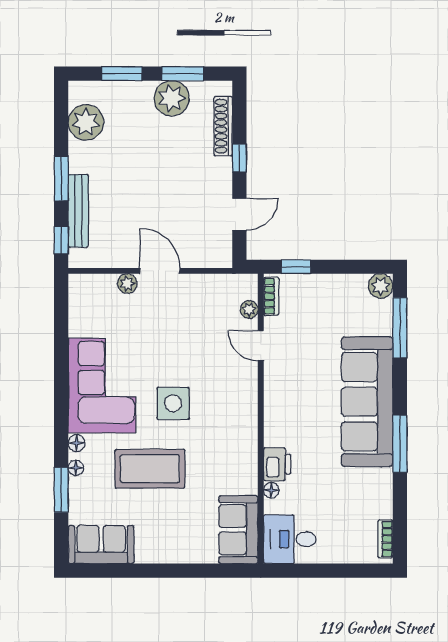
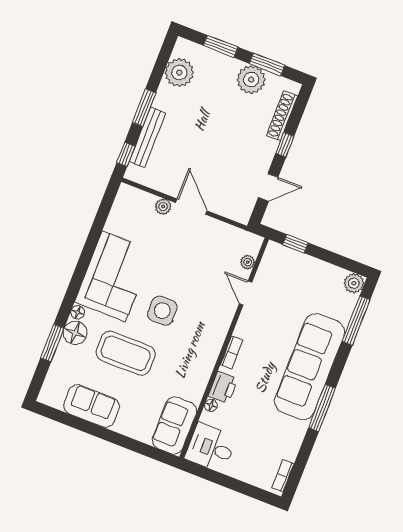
bookcase: (271, 296) -> (231, 352), moved
floor lamp: (76, 468) -> (75, 333), width x1.89, depth x1.89
sofa: (101, 545) -> (91, 406), moved

